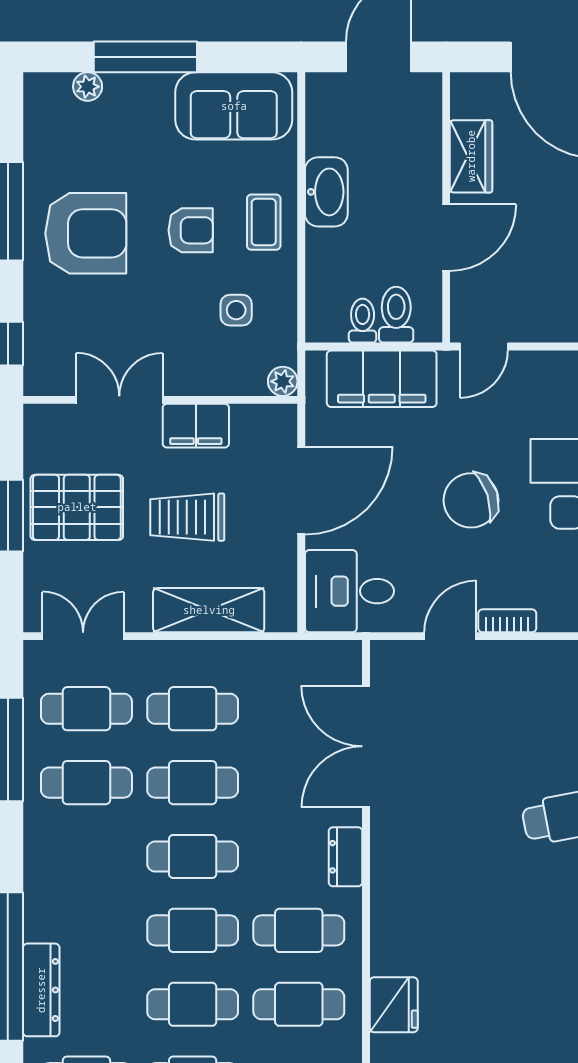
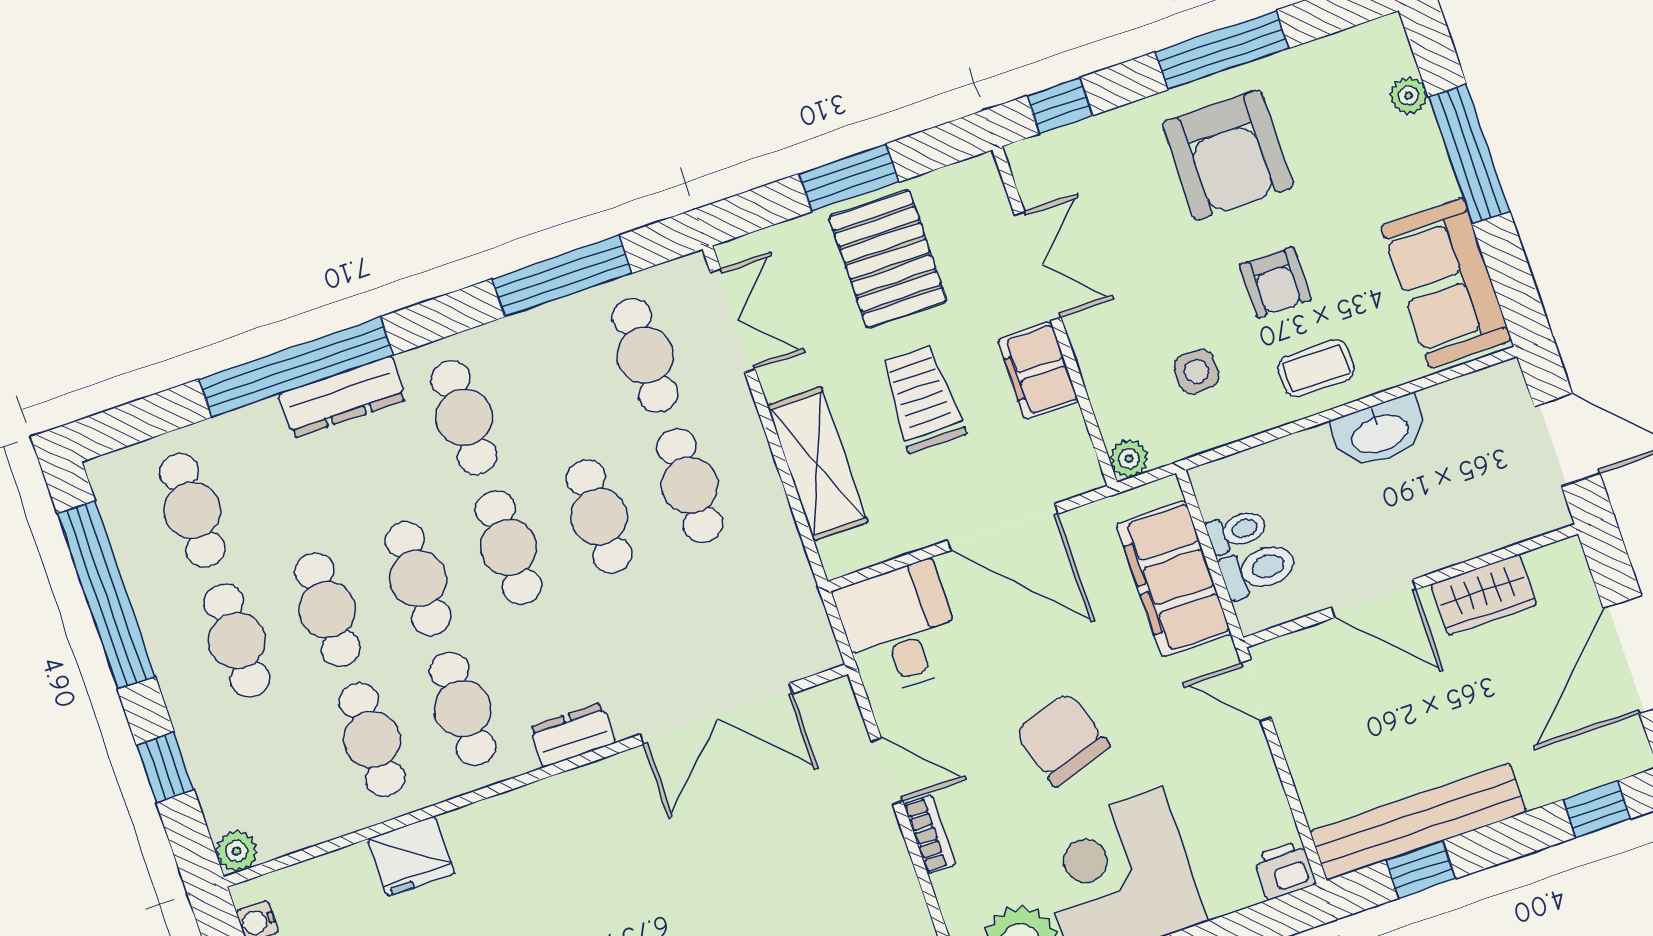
double door: (366, 746) -> (716, 714), swing flipped
cafe table: (86, 783) -> (464, 417), moved
dresser: (41, 990) -> (342, 397), moved

